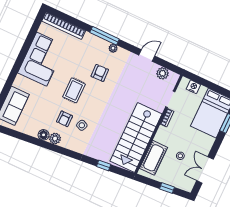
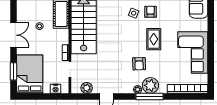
plant: (99, 46) -> (150, 85), added
double door: (205, 170) -> (14, 35), moved

